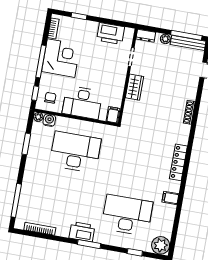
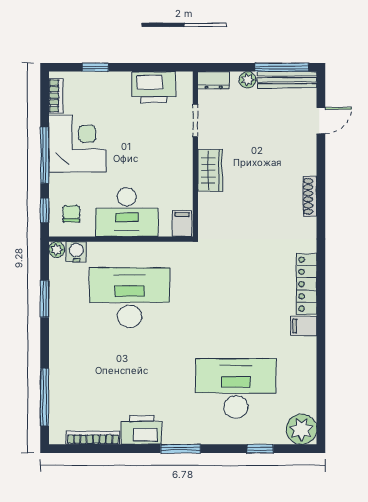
filing cabinet: (170, 198) -> (304, 326), moved
printer: (82, 232) -> (141, 430), moved

